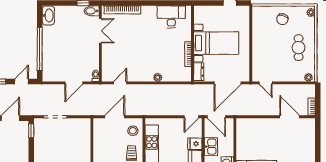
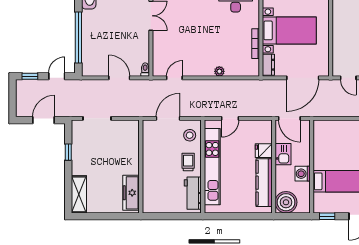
door: (74, 83) -> (119, 78), swing flipped
door: (191, 117) -> (230, 118), moved
window: (31, 131) -> (68, 152), moved

